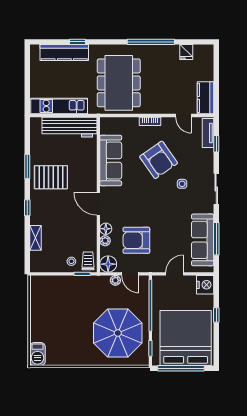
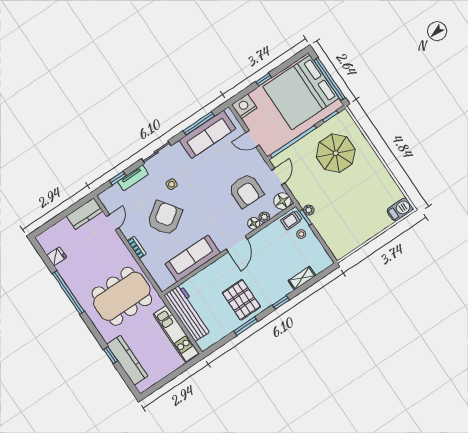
tv unit: (208, 133) -> (133, 178), moved
plant: (115, 280) -> (309, 210), moved
parasol: (118, 333) -> (336, 153), width x0.73, depth x0.73

